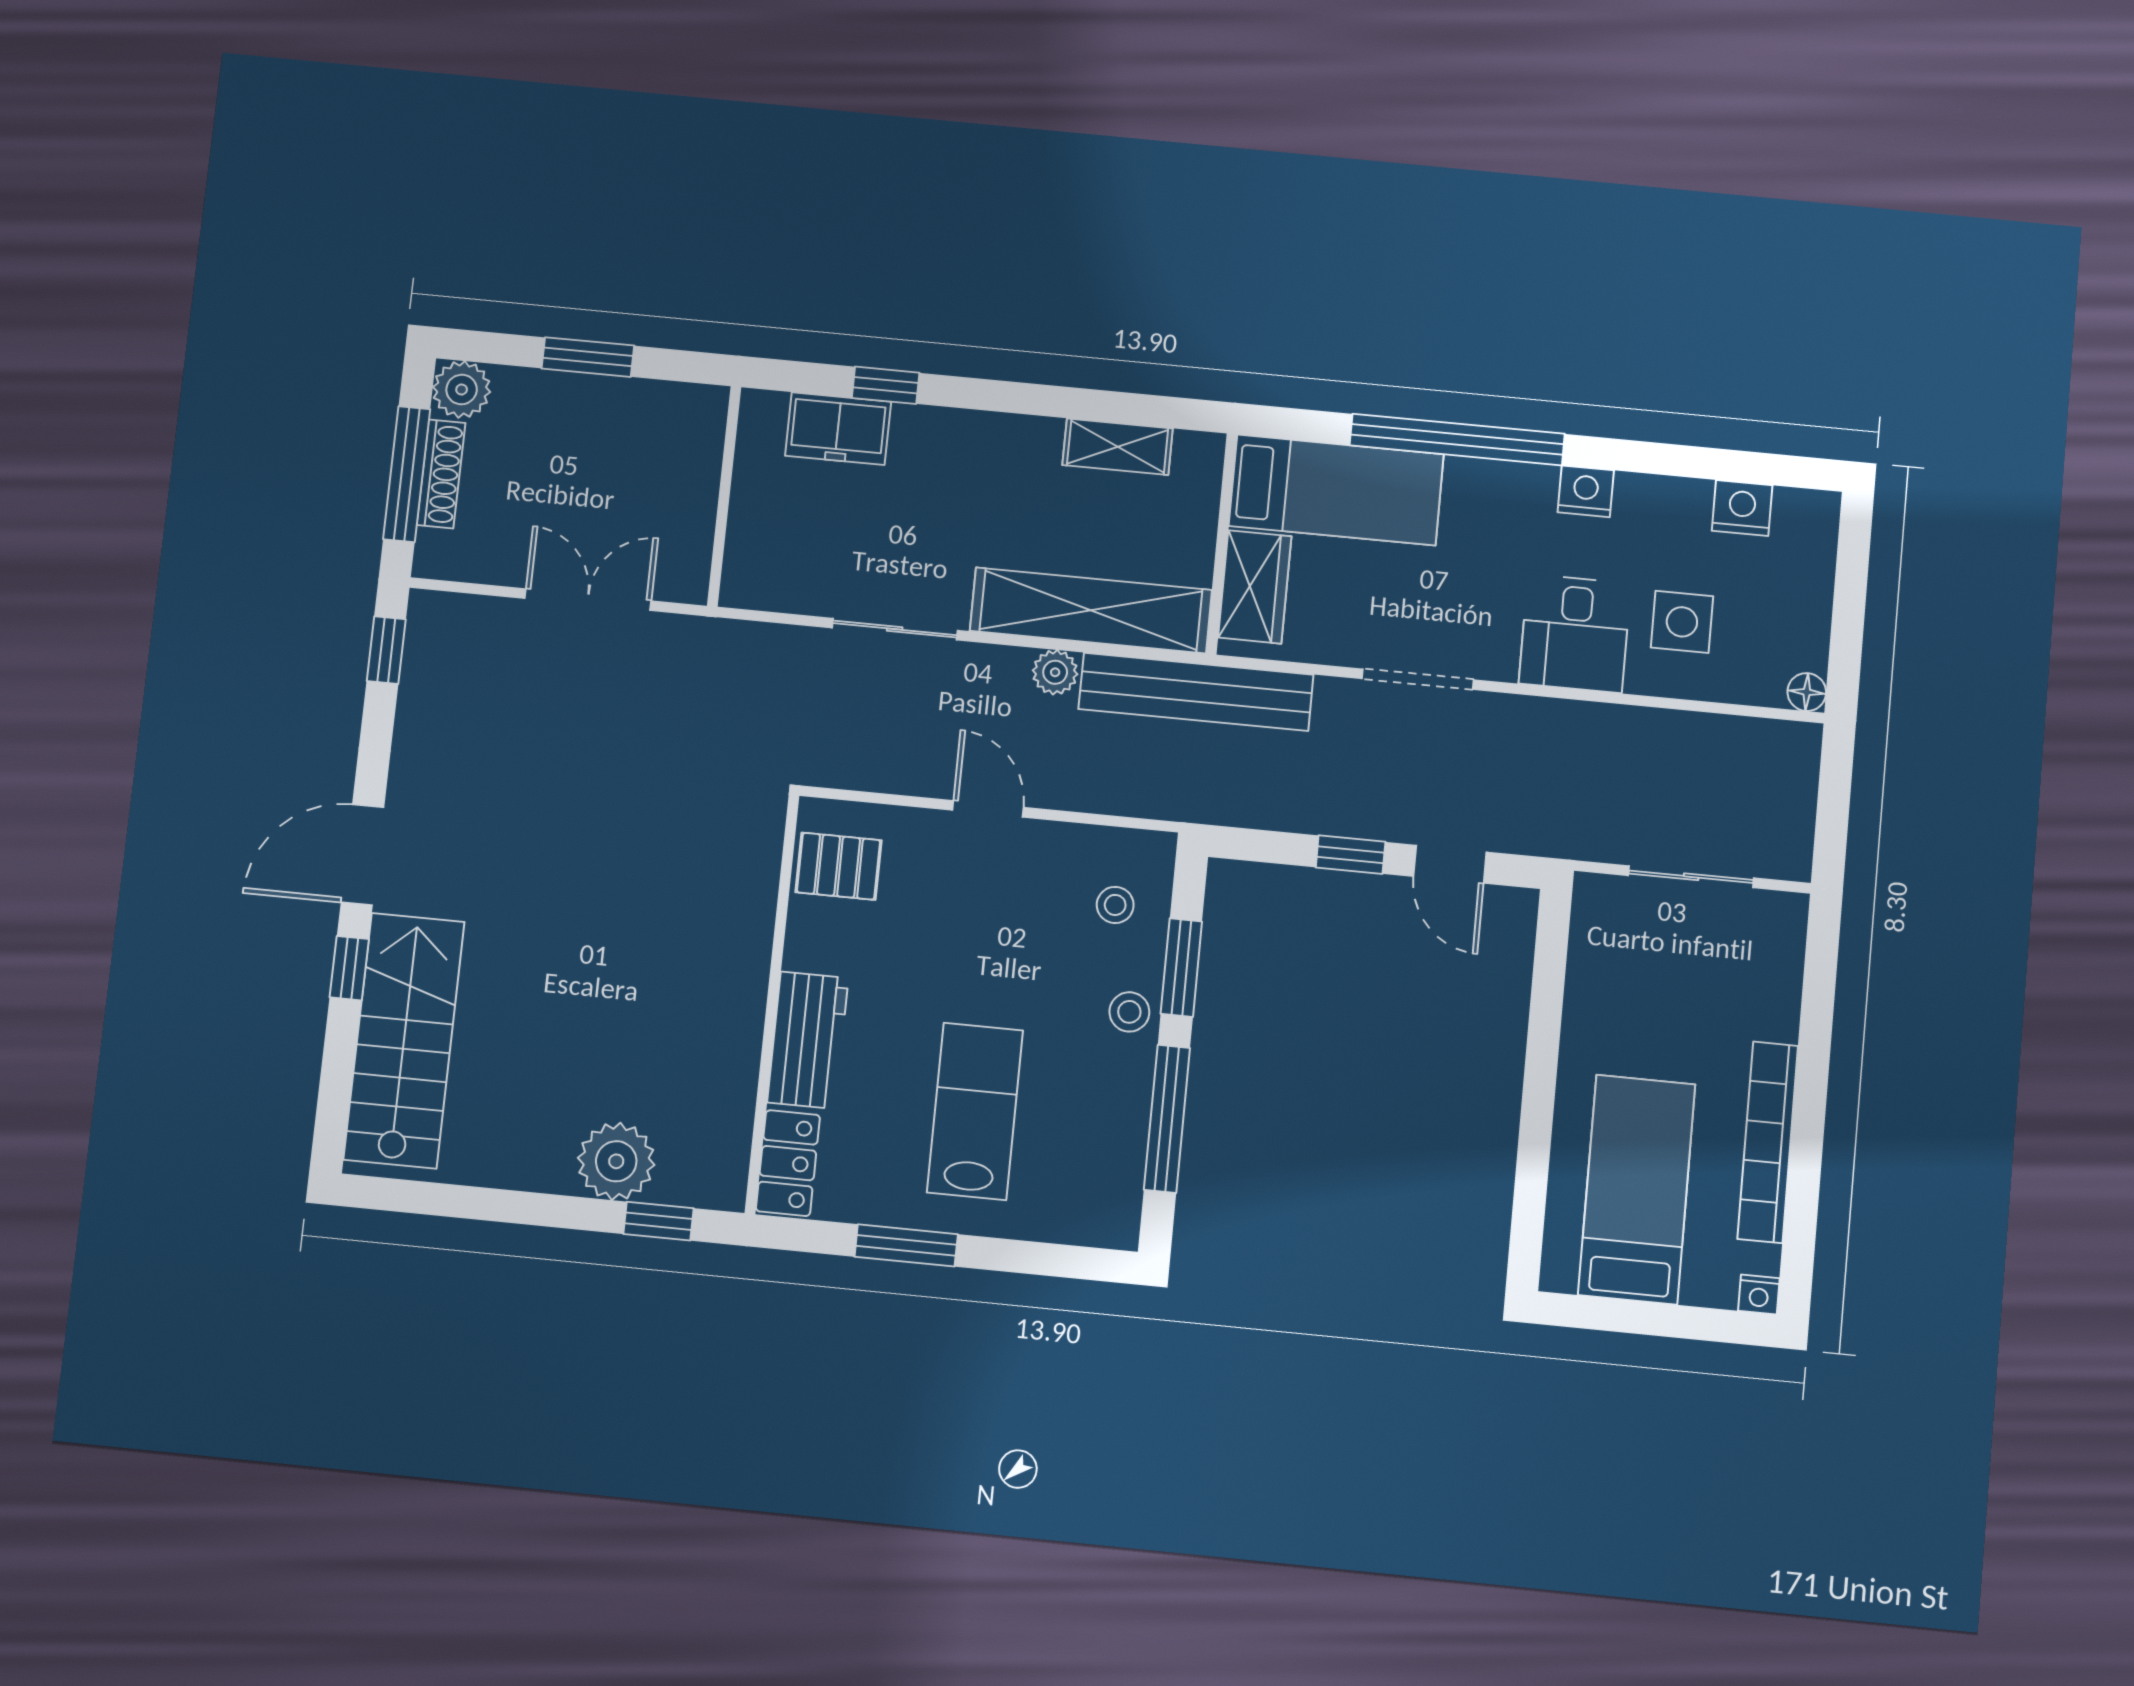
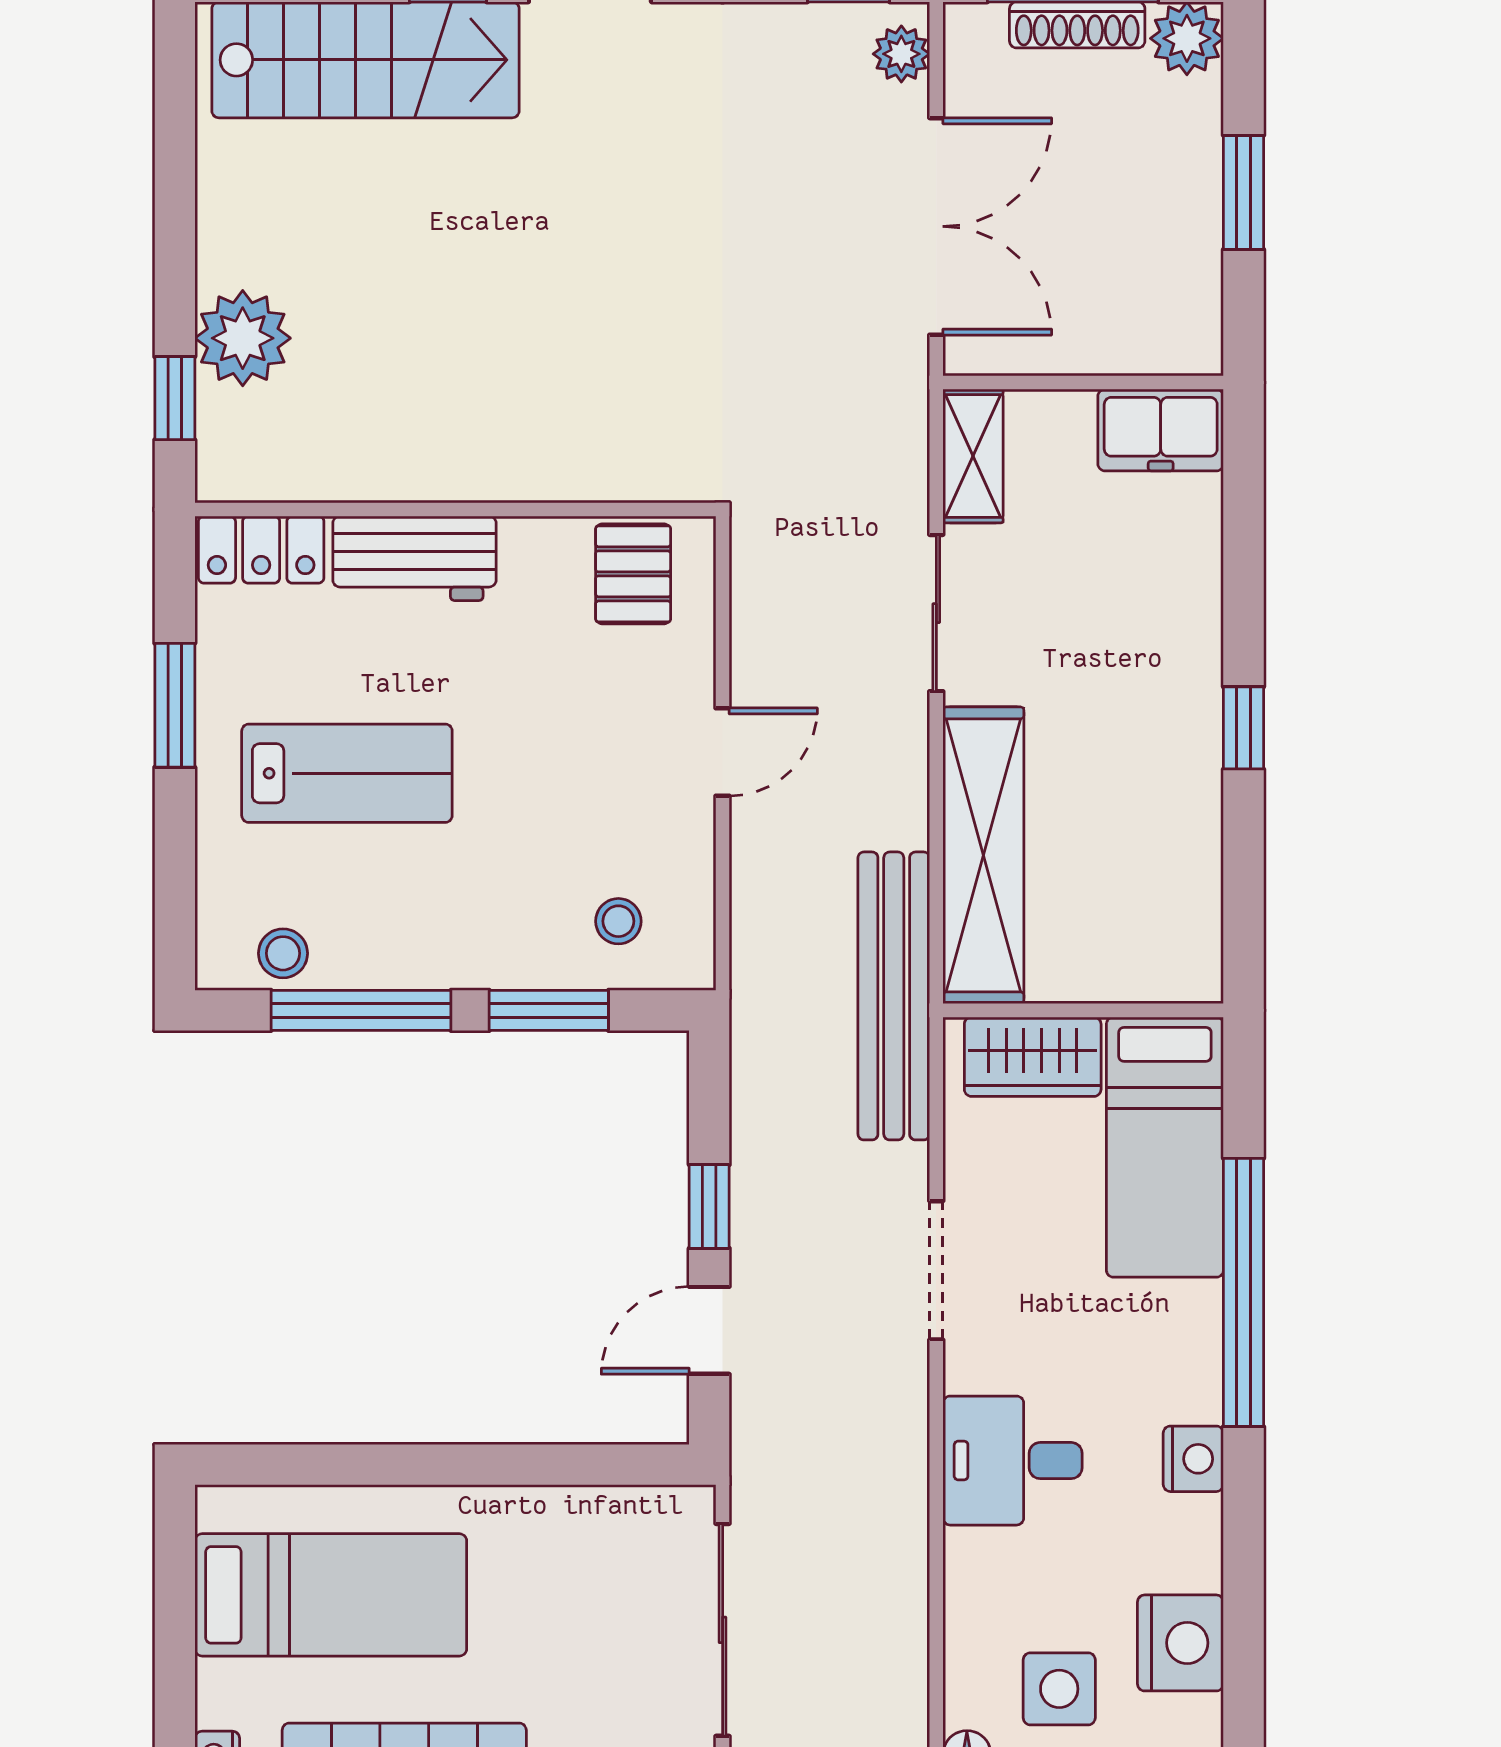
window: (886, 385) -> (1244, 728), moved
freezer: (838, 429) -> (1161, 430), moved, turned -90
shelving: (1118, 447) -> (973, 456), moved
nightstand: (1742, 508) -> (1180, 1643), width x1.36, depth x1.33
double door: (588, 600) -> (936, 226), width x1.37
side table: (1682, 622) -> (1059, 1689), moved
plant: (1055, 672) -> (901, 54), moved
sliding door: (1691, 877) -> (723, 1630), width x1.37
stool: (1129, 1012) -> (283, 953), moved

